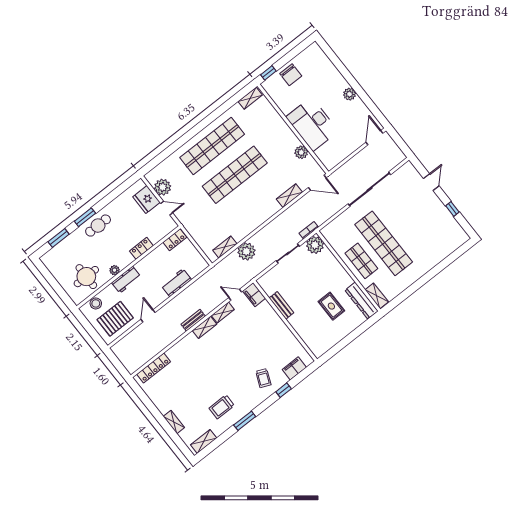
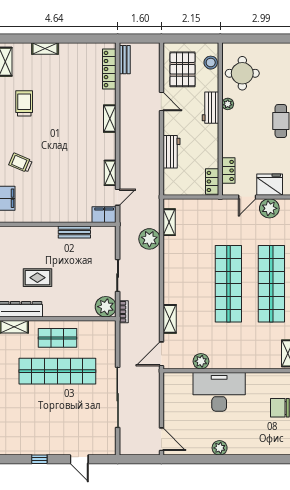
locker: (141, 248) -> (228, 170), moved
bench: (193, 320) -> (125, 60), moved
shelving: (204, 327) -> (110, 119), moved

